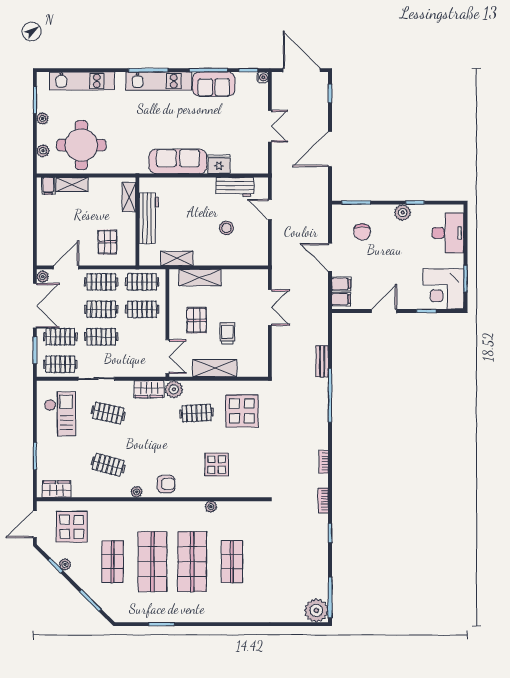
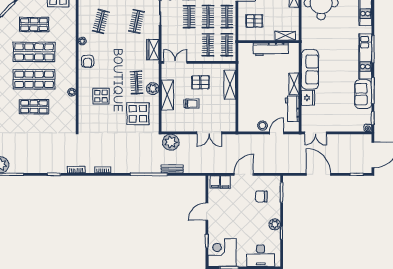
double door: (270, 126) -> (315, 133), moved
stool: (226, 228) -> (262, 126), moved
shelving: (177, 258) -> (294, 84), moved
door: (384, 311) -> (207, 212), swing flipped
double door: (167, 357) -> (175, 62), swing flipped
plant: (283, 363) -> (171, 142), added
plant: (174, 389) -> (153, 89), moved

